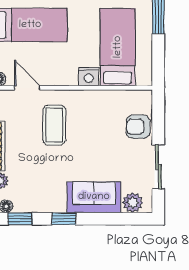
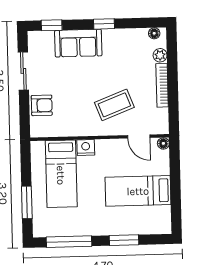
coffee table: (54, 125) -> (114, 105), turned 69
plant: (133, 203) -> (45, 39), removed
window: (20, 219) -> (52, 25), moved

